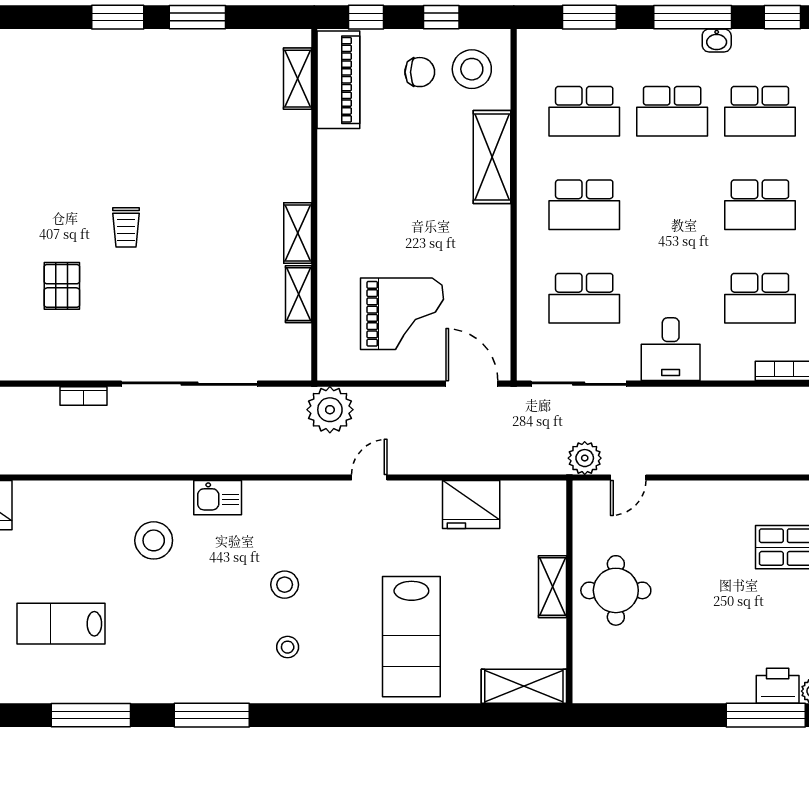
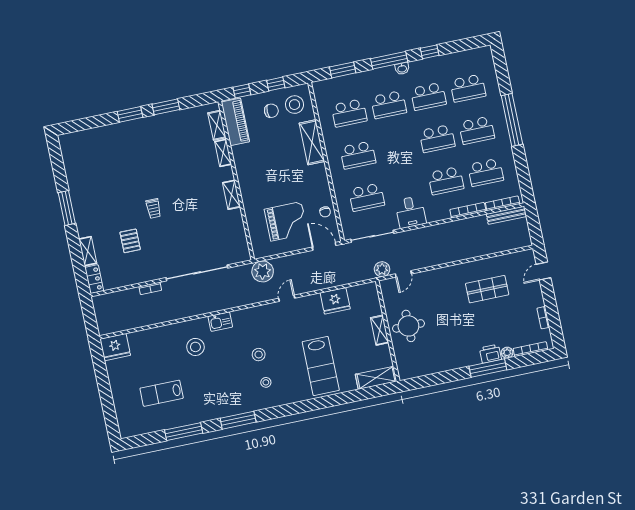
shelving: (298, 294) -> (223, 153), moved
chair: (489, 311) -> (325, 212), added

